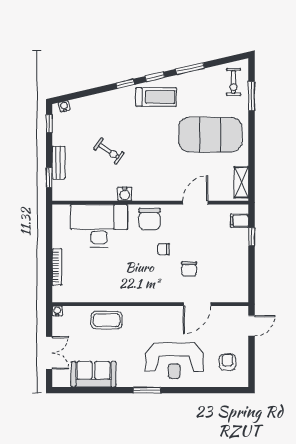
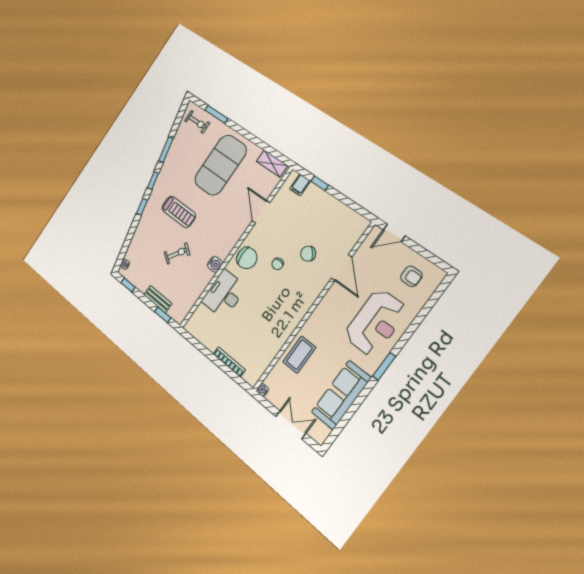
treadmill: (156, 97) -> (179, 212), moved, turned 90
desk: (99, 226) -> (224, 294), width x0.73, depth x0.77
chair: (189, 269) -> (308, 254), turned 142
door: (251, 326) -> (394, 233), swing flipped
armchair: (227, 362) -> (411, 276), turned 180
sofa: (93, 374) -> (341, 395), width x1.36

